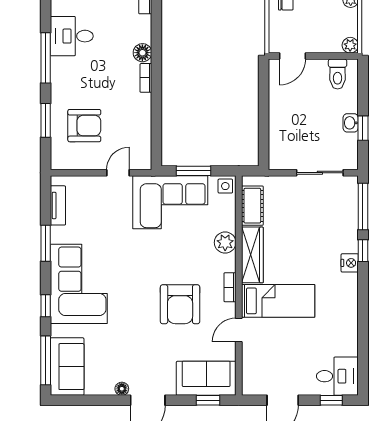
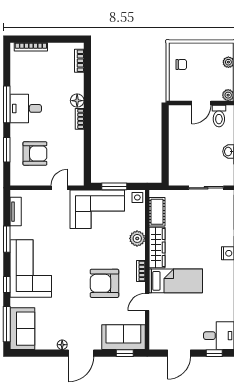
desk: (72, 36) -> (26, 108), moved
door: (292, 56) -> (201, 103), moved
armchair: (180, 304) -> (104, 283), turned 90

